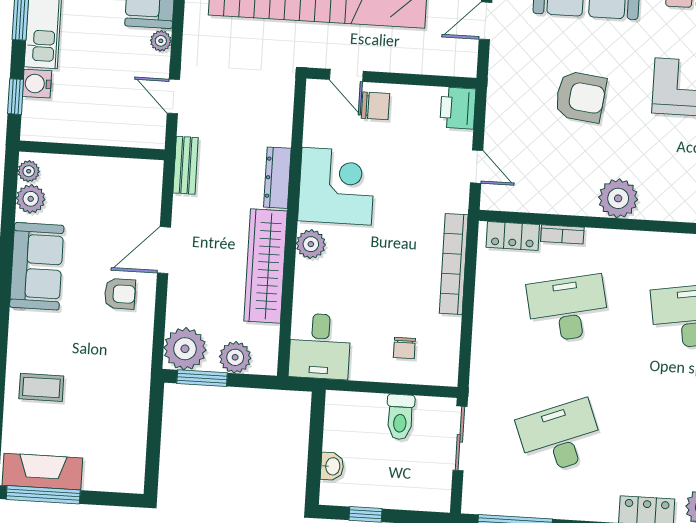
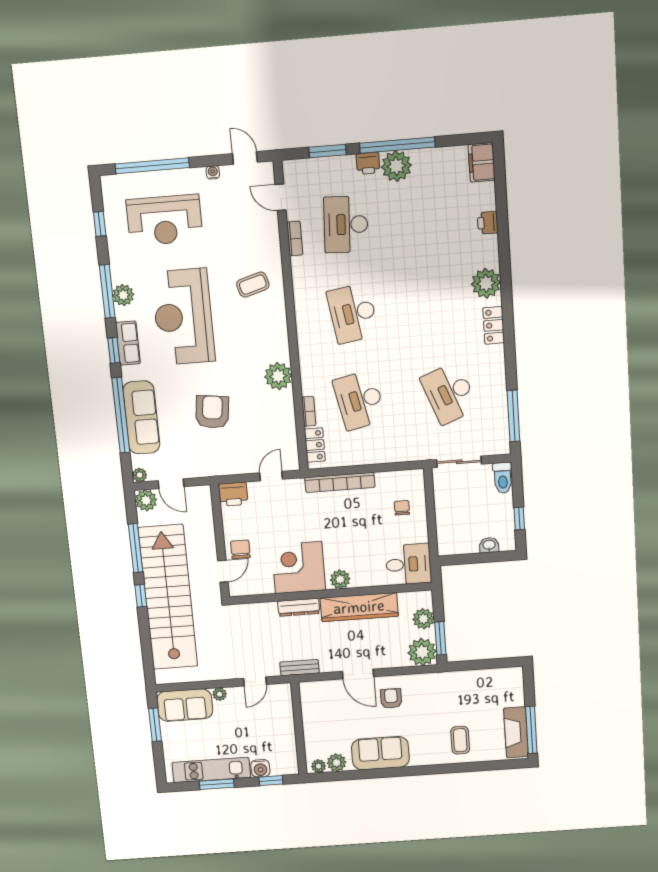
chair: (404, 348) -> (402, 508), turned -90
toilet: (400, 417) -> (503, 478), moved, turned 90

